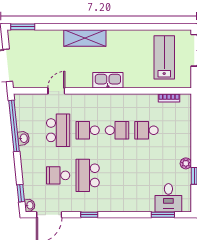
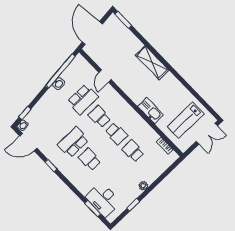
lab bench: (164, 57) -> (186, 120), turned 180
kitchen sink: (108, 80) -> (150, 110), moved
door: (56, 91) -> (105, 76), swing flipped
plant: (186, 163) -> (143, 186), moved
school desk: (58, 175) -> (90, 159), moved
desk: (168, 198) -> (103, 199), width x1.37

